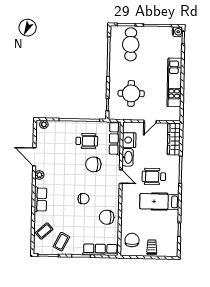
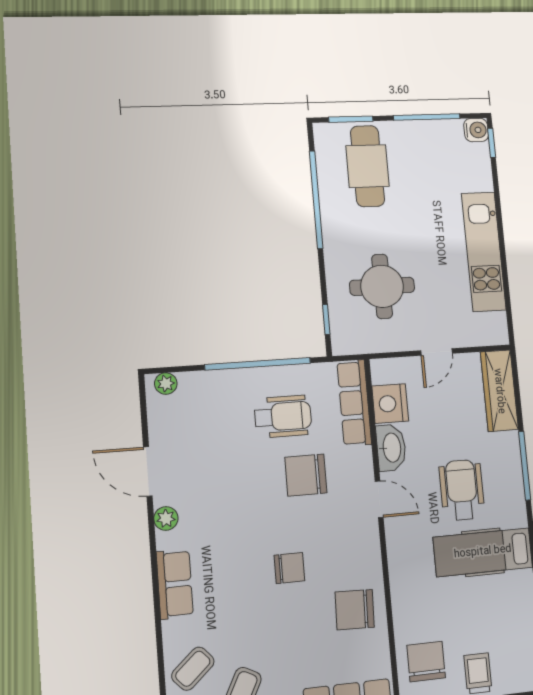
wheelchair: (154, 177) -> (462, 490), turned 90

